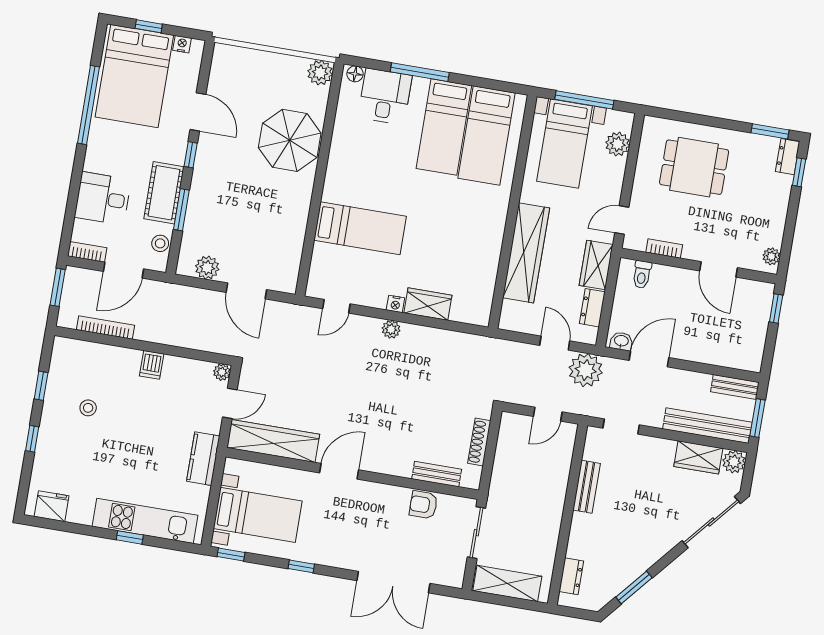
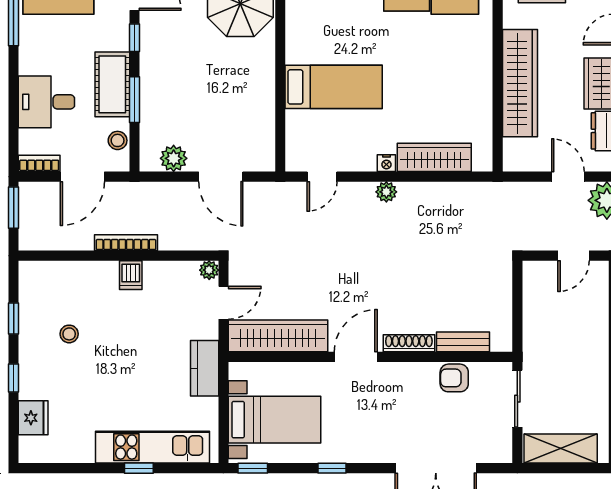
wardrobe: (428, 304) -> (434, 157), width x1.50
bookcase: (106, 327) -> (126, 243), moved
shoe rack: (479, 442) -> (409, 343), moved, turned 90
fridge: (52, 506) -> (33, 418), moved, turned 90

